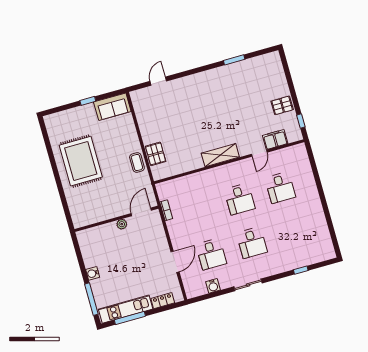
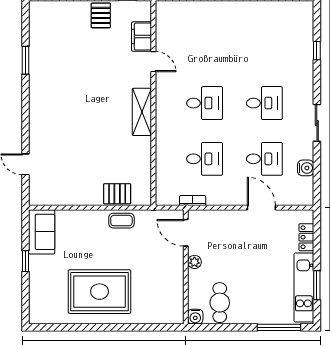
desk: (280, 188) -> (205, 159), moved
cafe table: (97, 251) -> (220, 303), added
water cooler: (93, 273) -> (195, 317), moved
window: (130, 318) -> (317, 285), width x0.69

